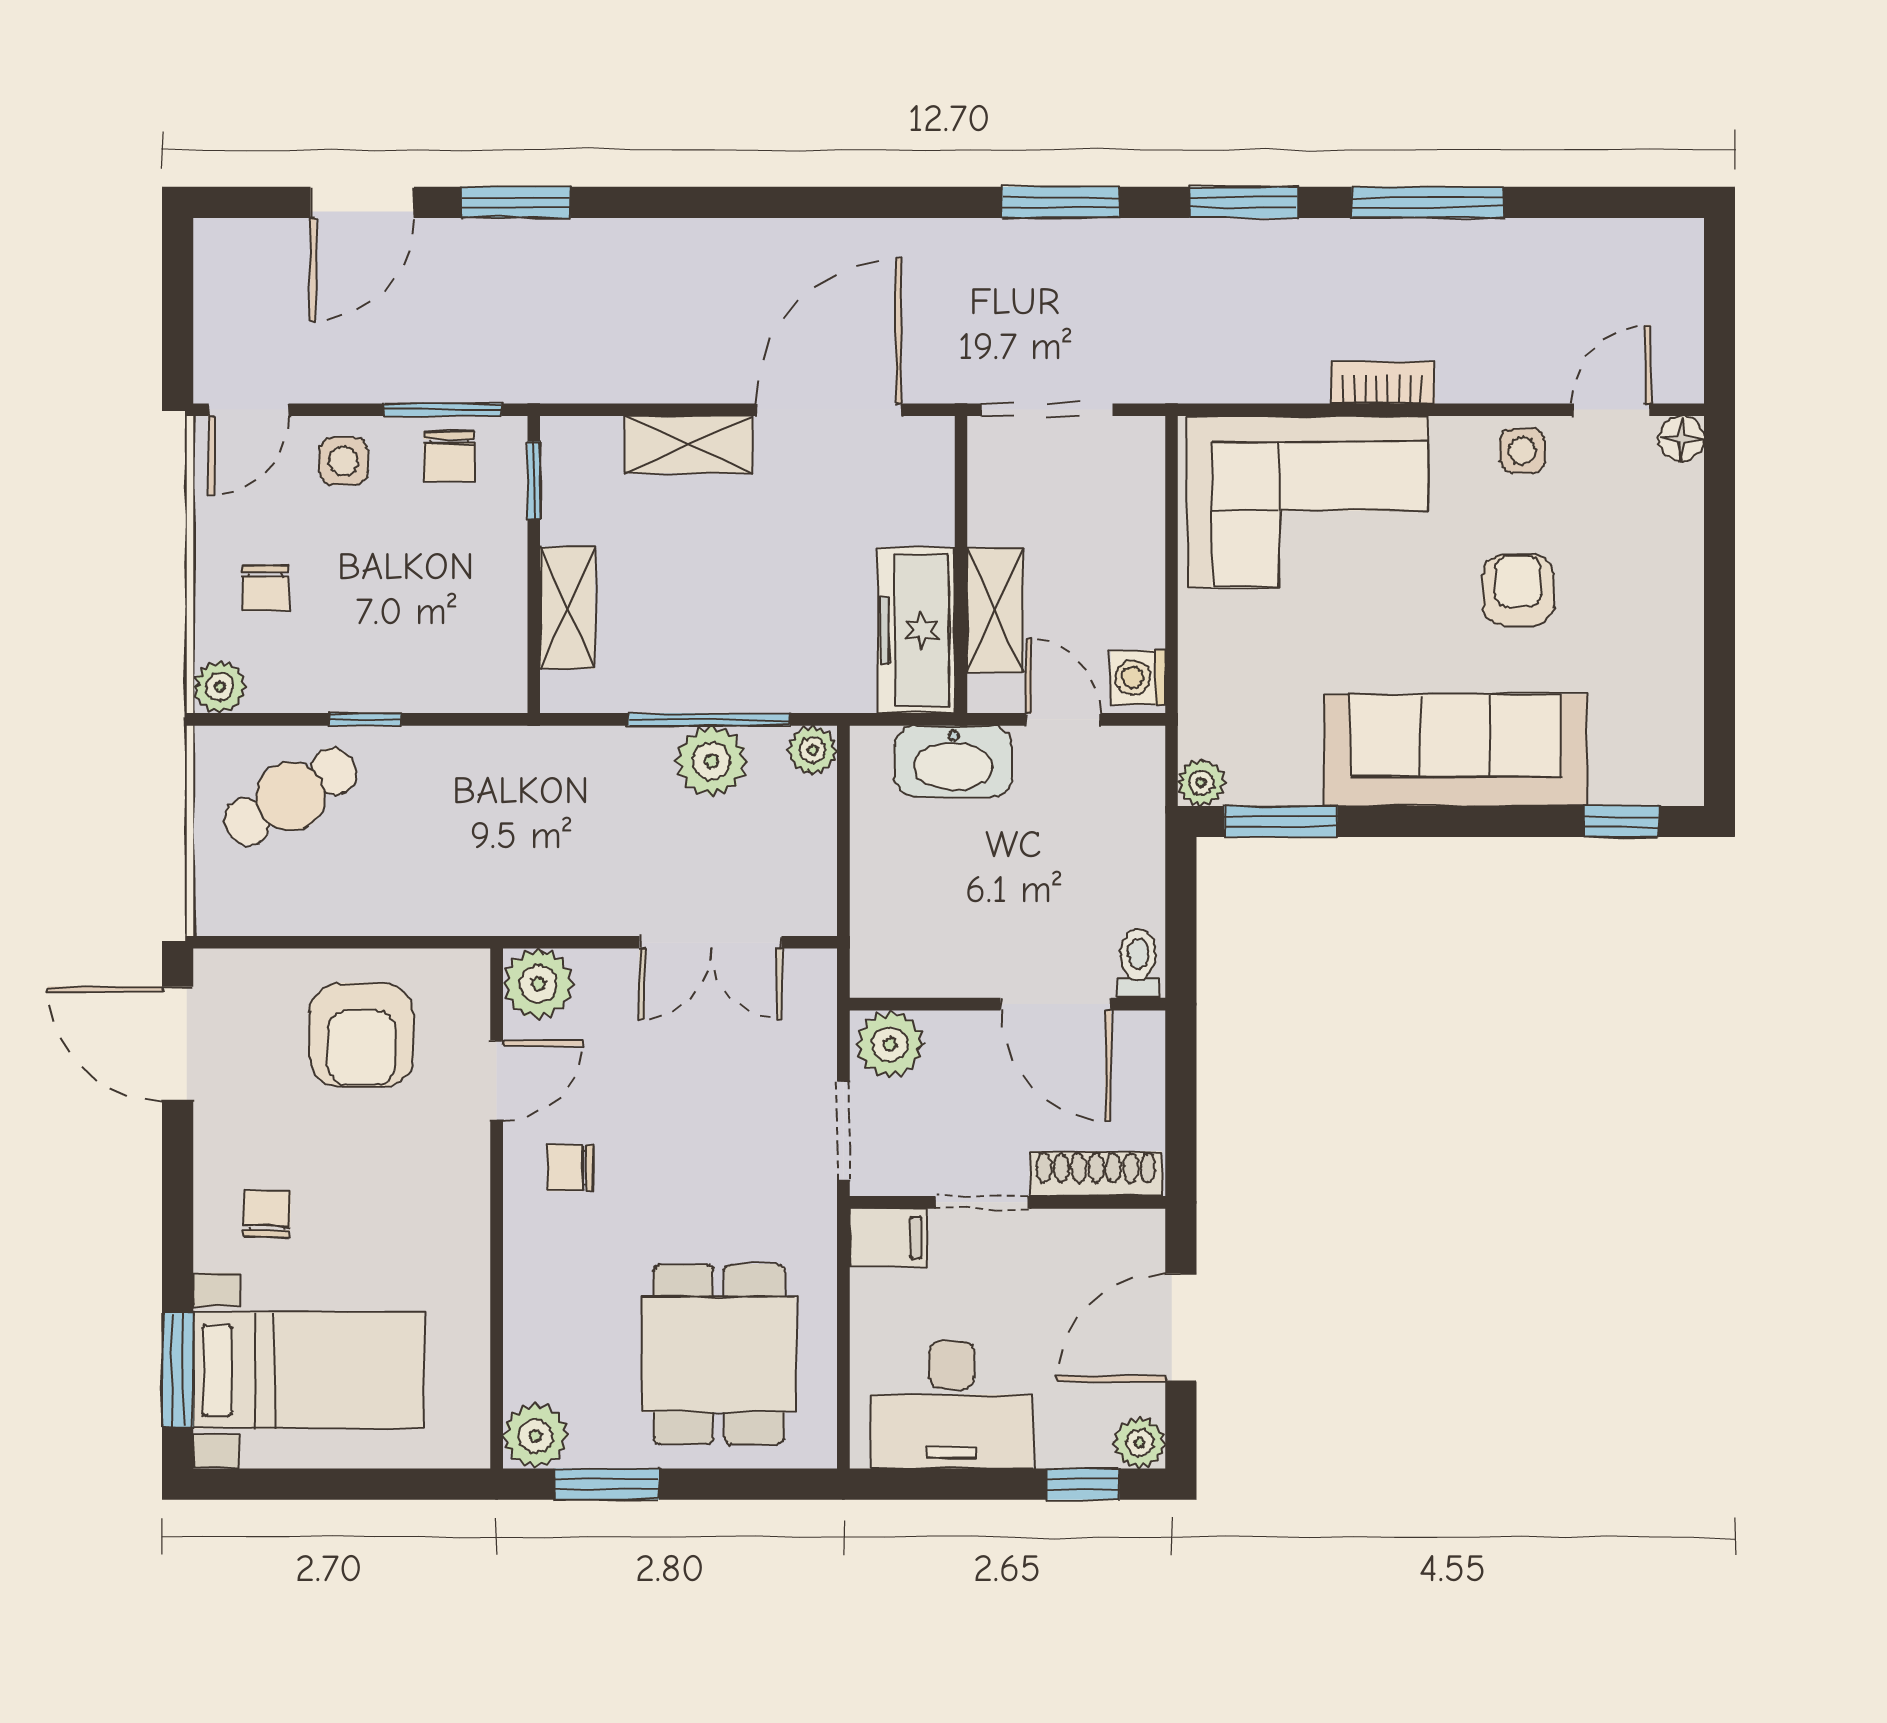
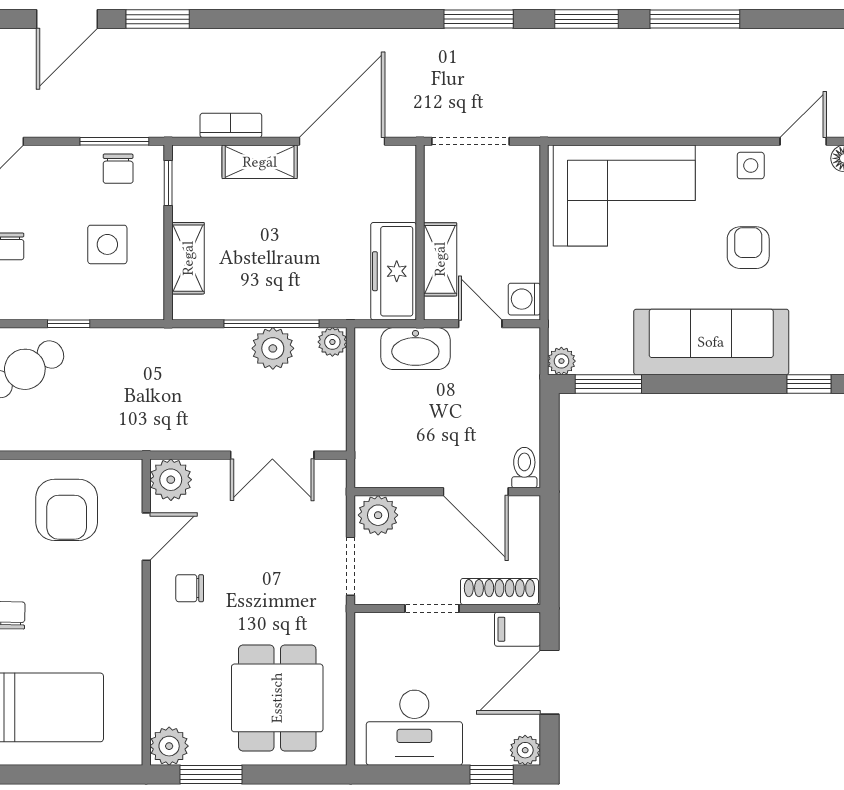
bookcase: (1382, 383) -> (231, 125), moved
side table: (344, 461) -> (107, 244), moved, width x1.37, depth x1.37
filing cabinet: (888, 1238) -> (517, 629), moved, turned 180

